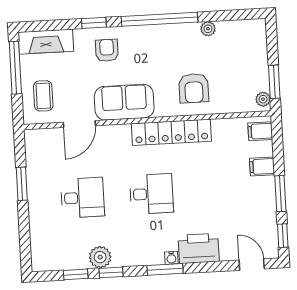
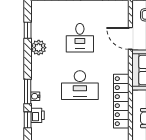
desk: (151, 194) -> (80, 85), width x1.37
printer: (199, 248) -> (38, 115), width x0.53, depth x0.68
window: (111, 272) -> (28, 120), moved

